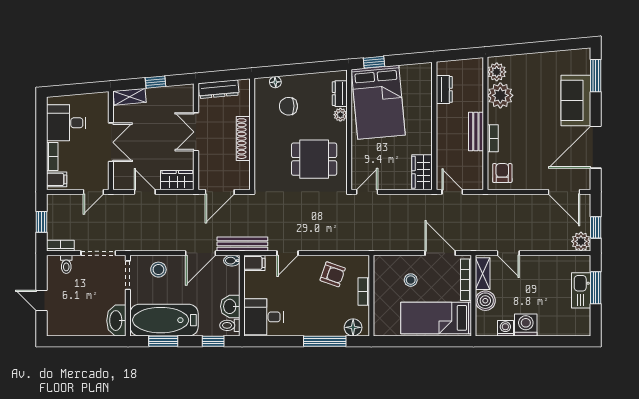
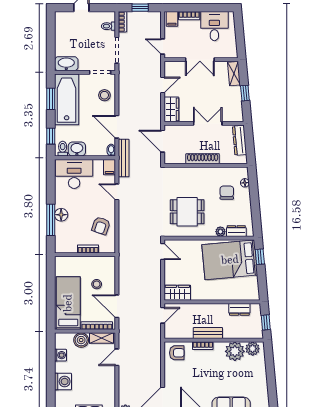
window: (462, 54) -> (266, 322), added
dining table: (314, 159) -> (187, 212), turned 90
door: (440, 253) -> (117, 306), swing flipped
desk: (264, 317) -> (74, 174), width x1.37
washing machine: (526, 325) -> (63, 382), moved
floor lamp: (353, 327) -> (61, 215), moved

